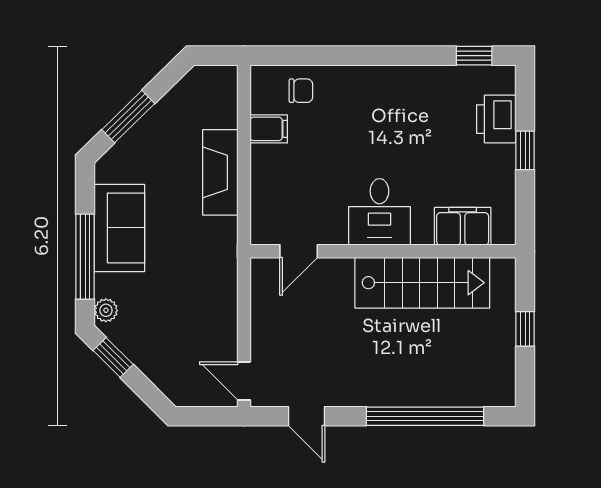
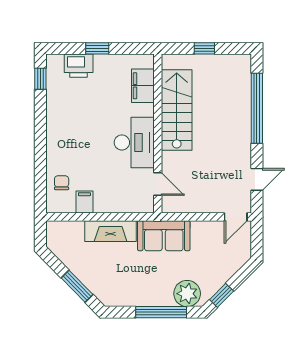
desk: (379, 212) -> (134, 142), width x1.37
sofa: (119, 228) -> (164, 236), moved, turned 180
plant: (106, 310) -> (187, 294), width x1.87, depth x1.87

